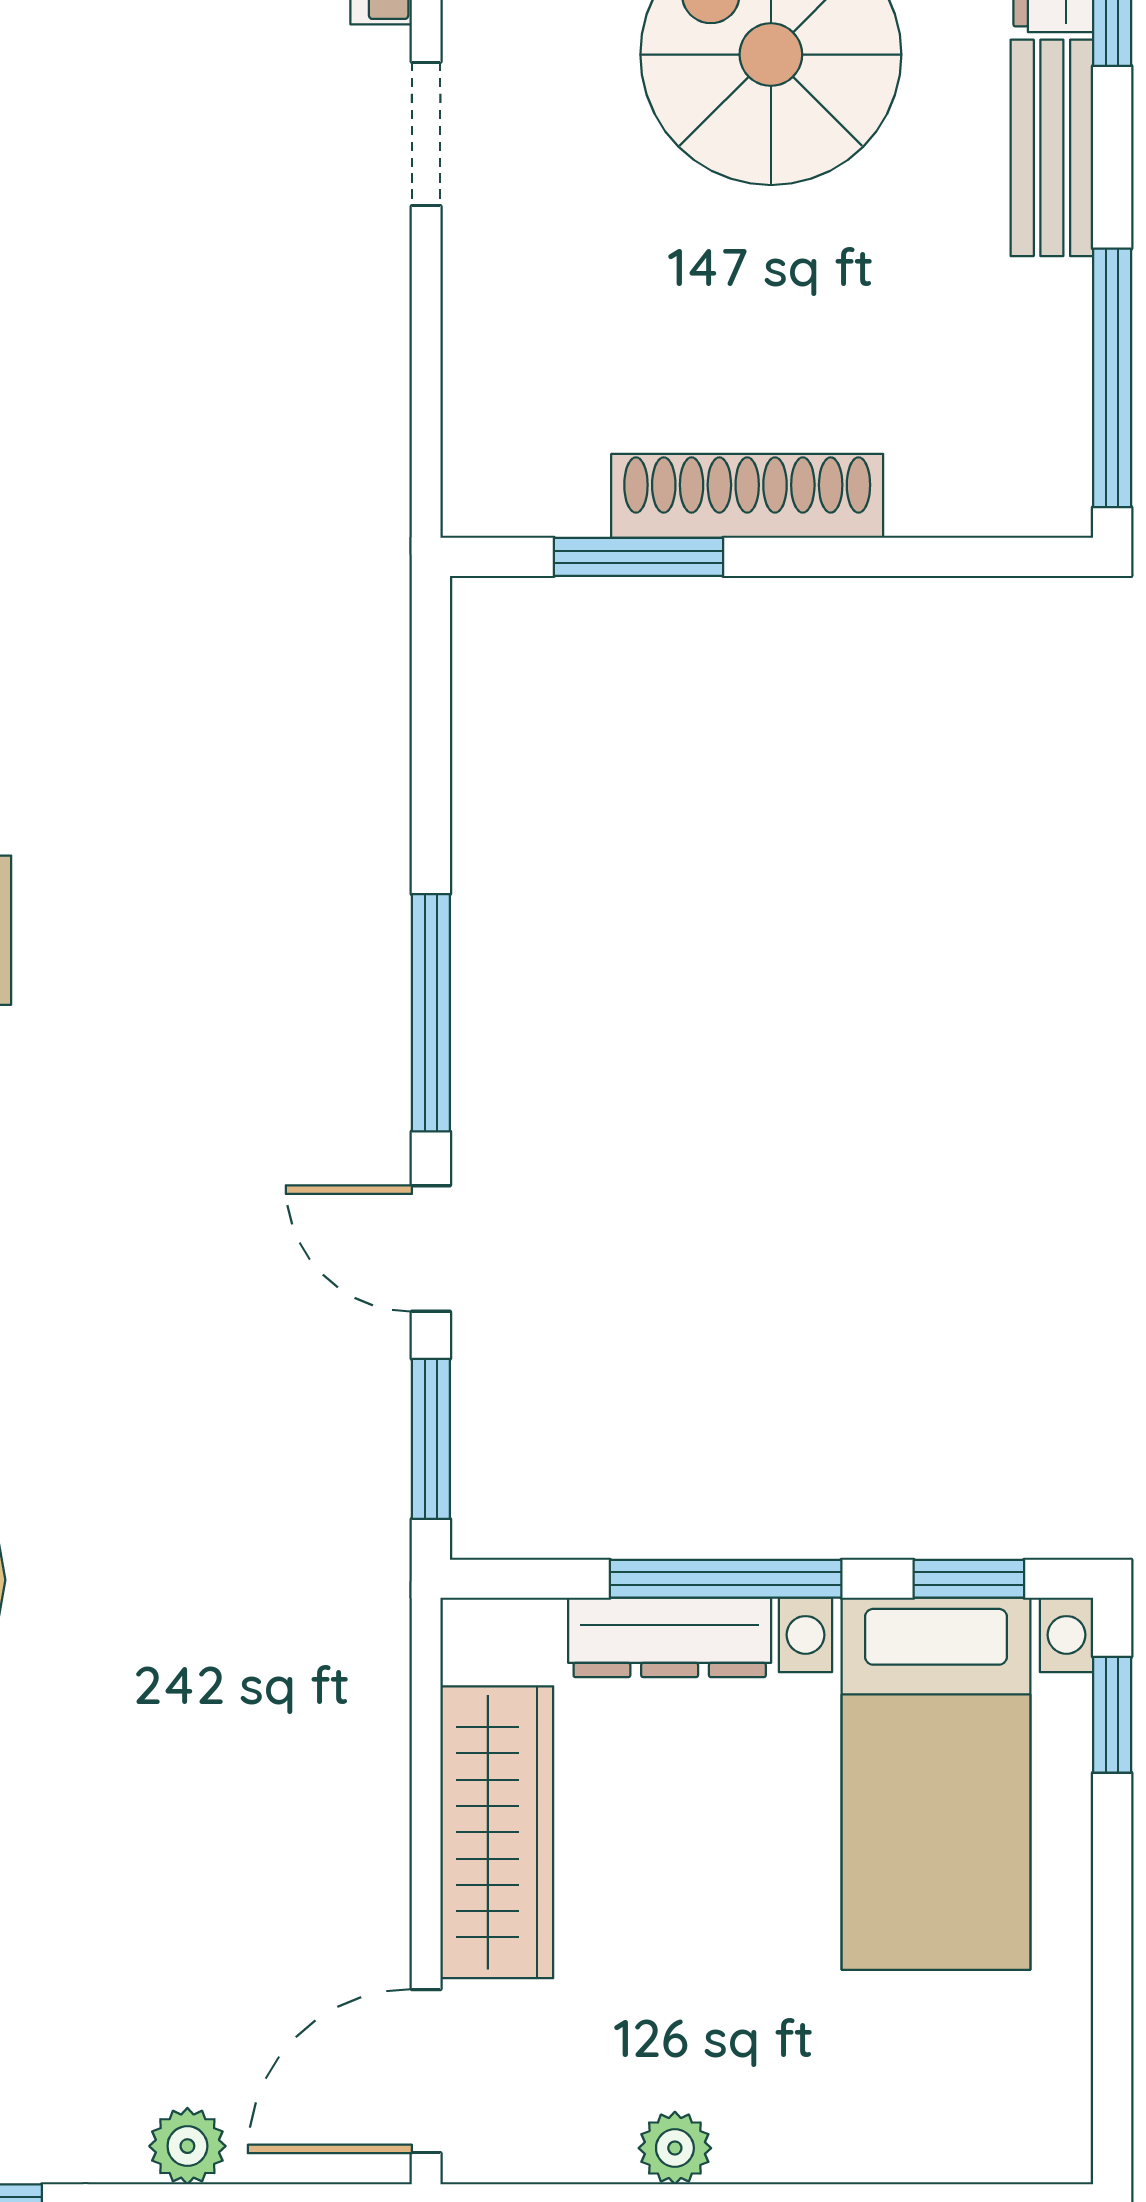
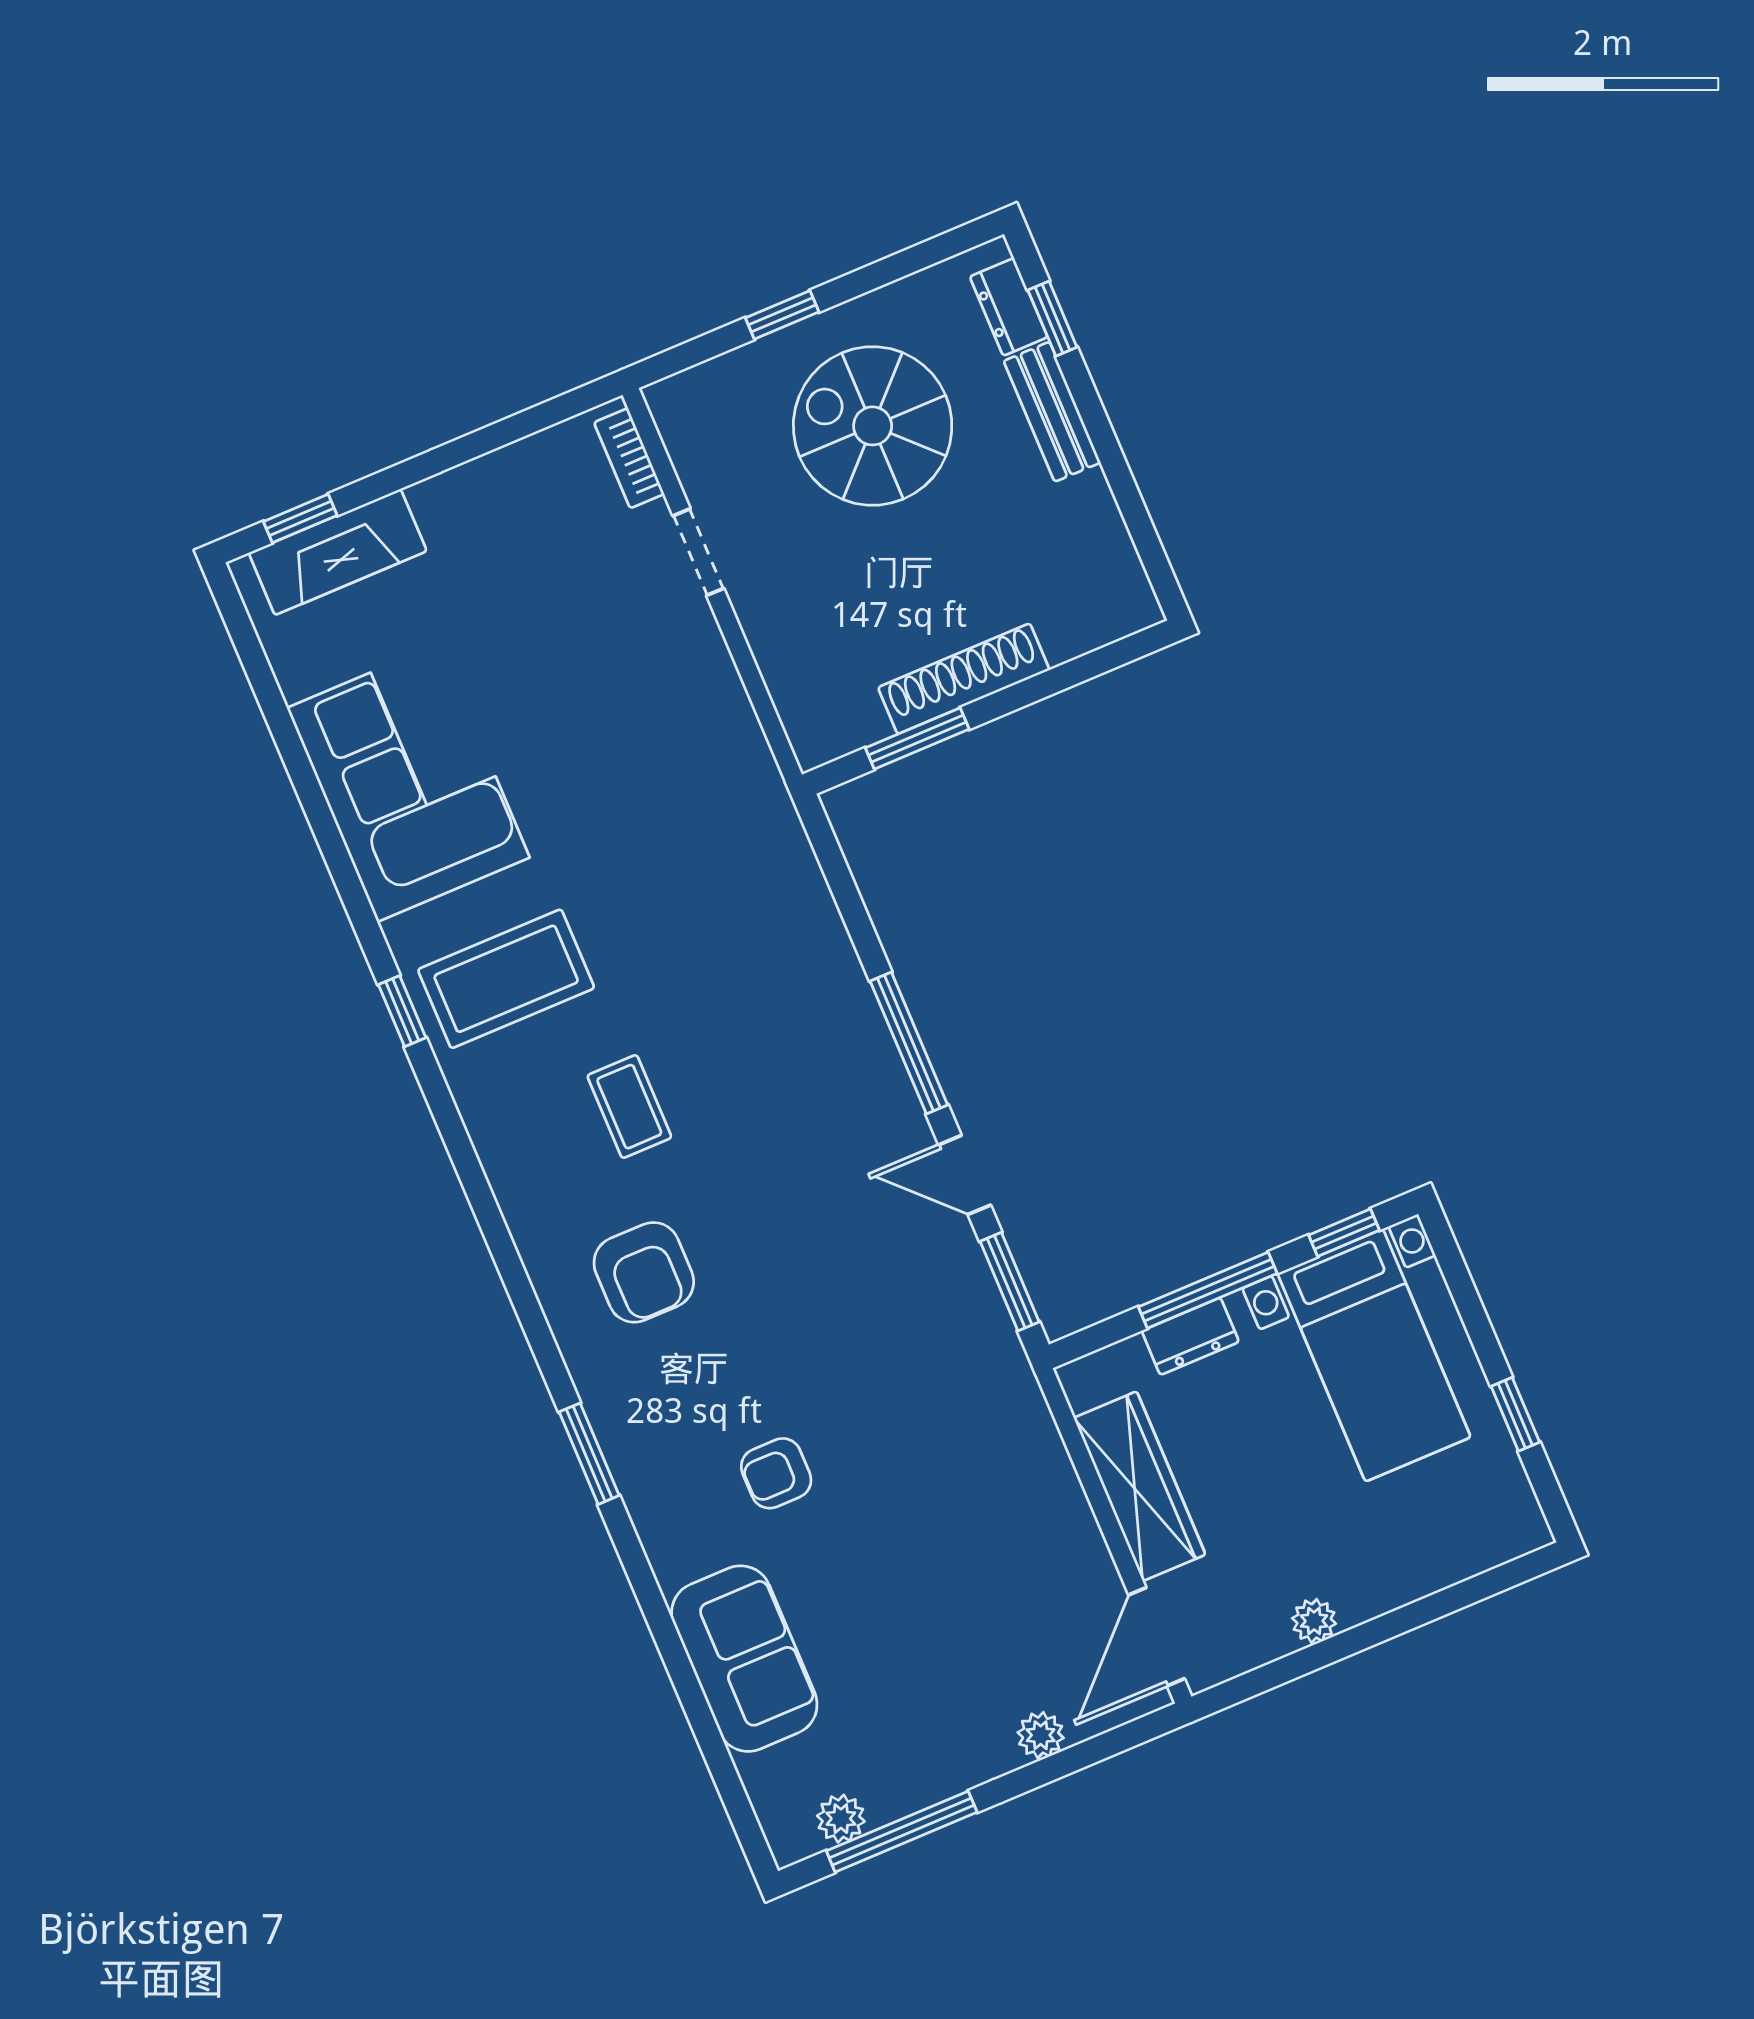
window: (1112, 378) -> (1140, 526), removed
dresser: (670, 1637) -> (1190, 1336), width x0.70
window: (1112, 1715) -> (1515, 1414), moved

